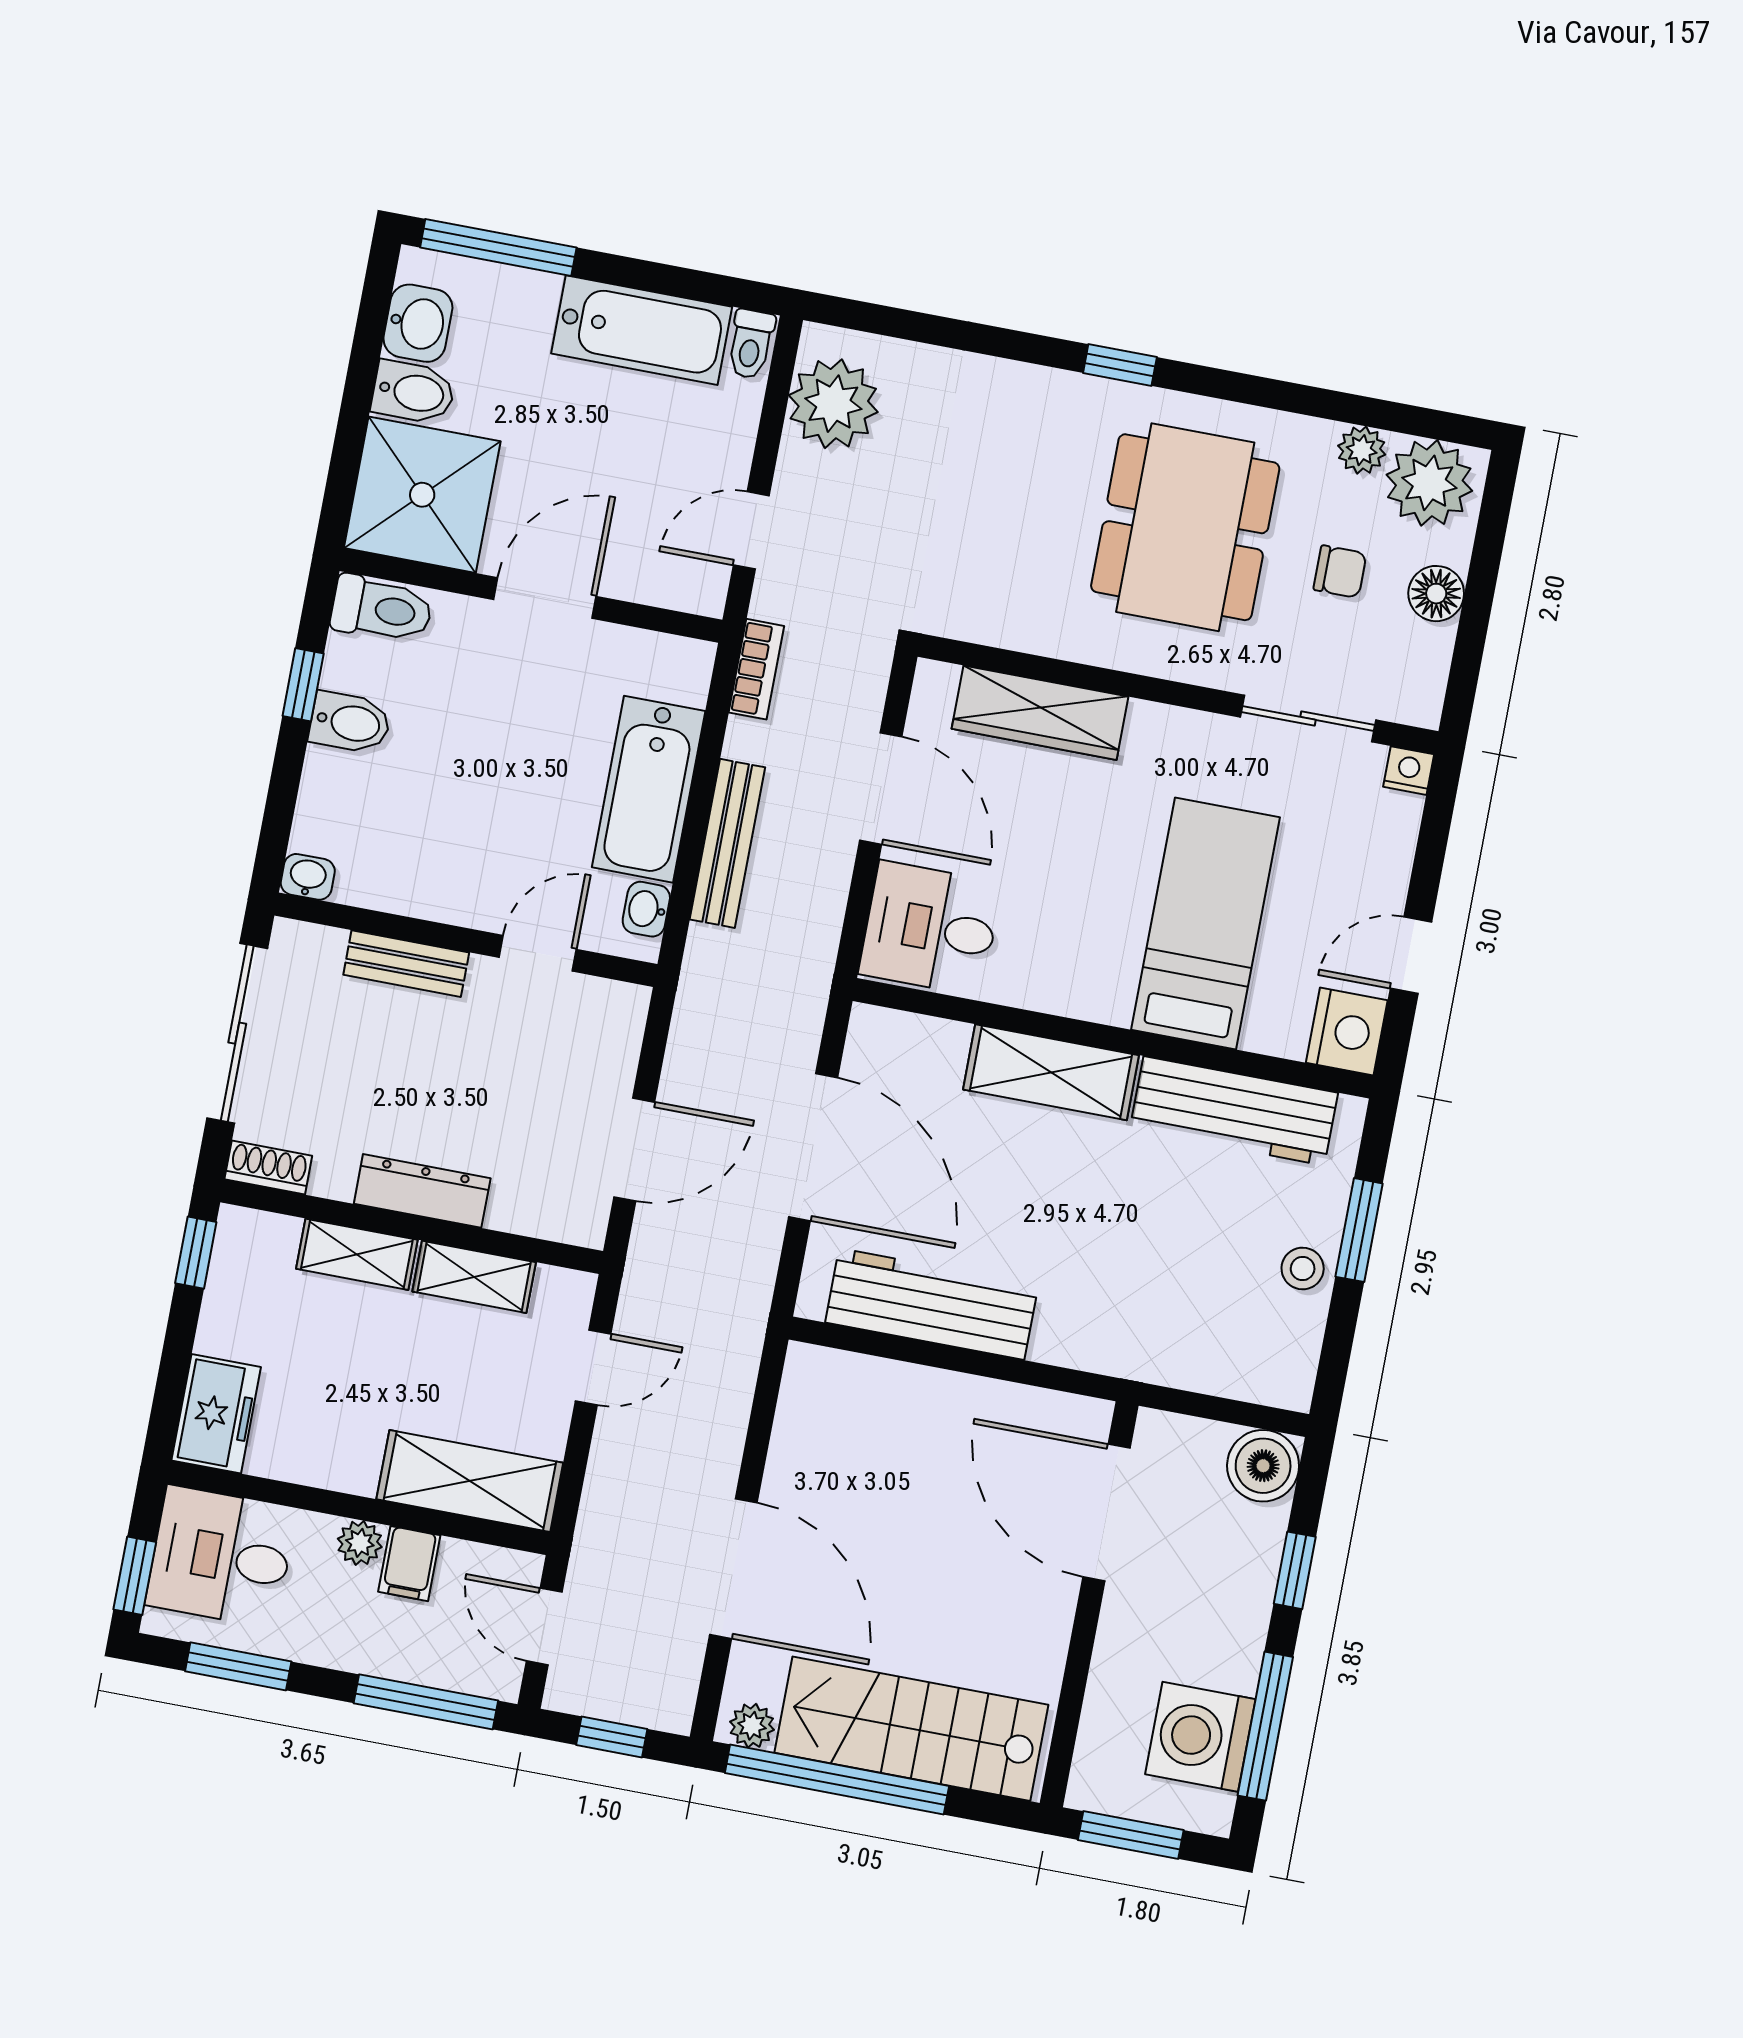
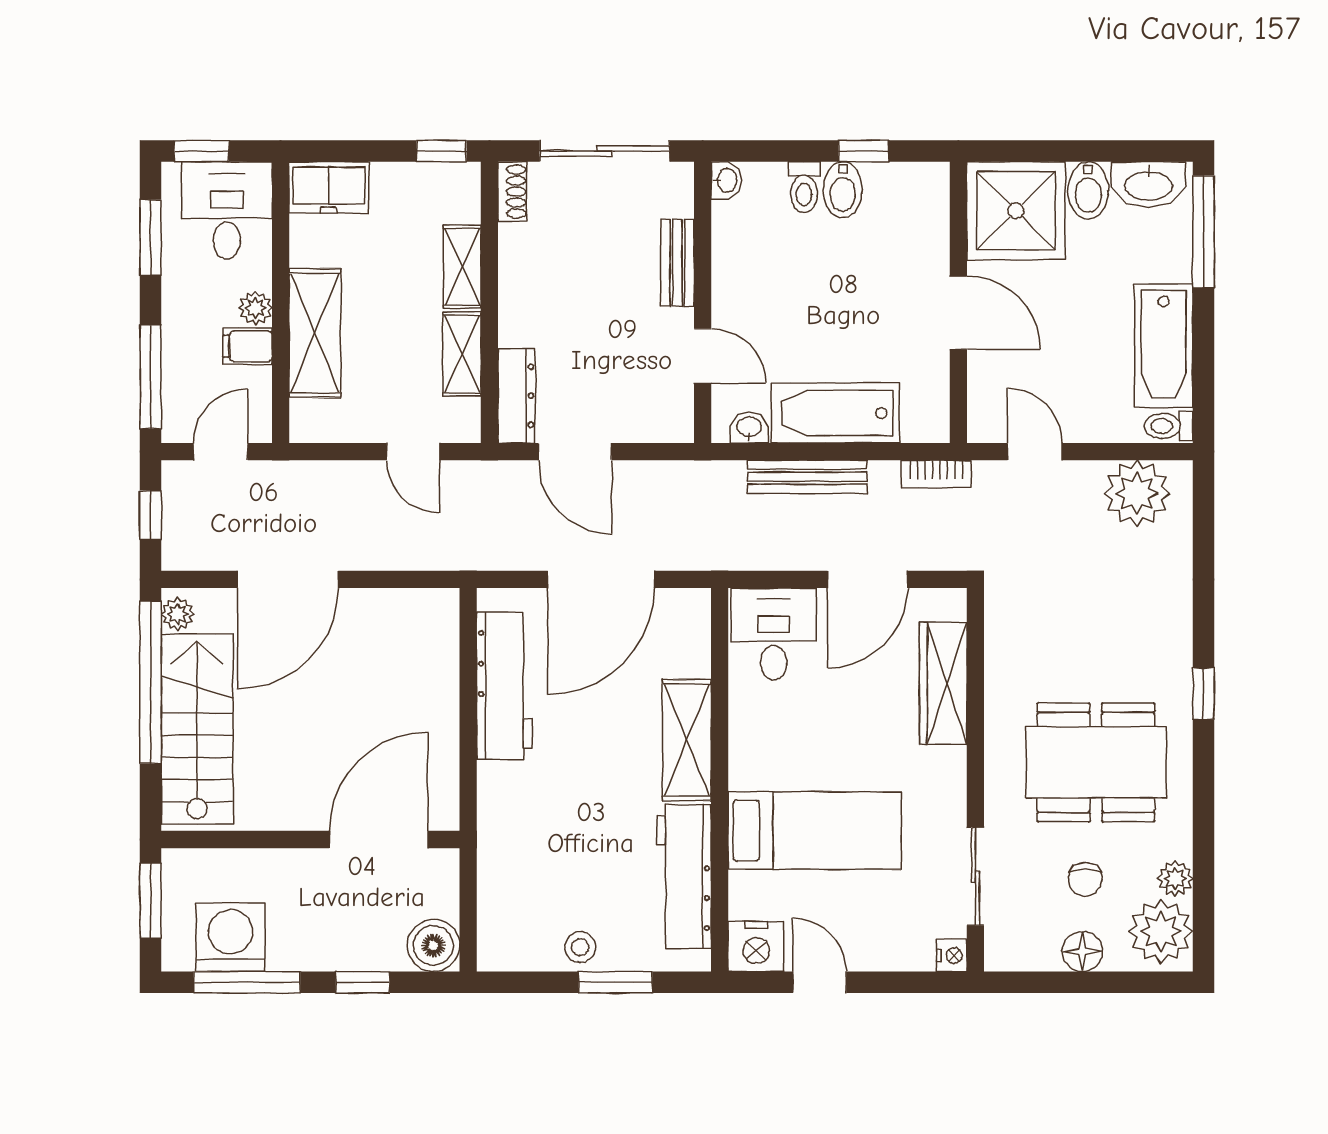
washbasin: (418, 323) -> (1149, 184), width x1.38
toilet: (382, 609) -> (804, 187), moved, width x0.73, depth x0.72
dresser: (422, 1191) -> (517, 396), moved
shelving: (470, 1481) -> (315, 333), moved

